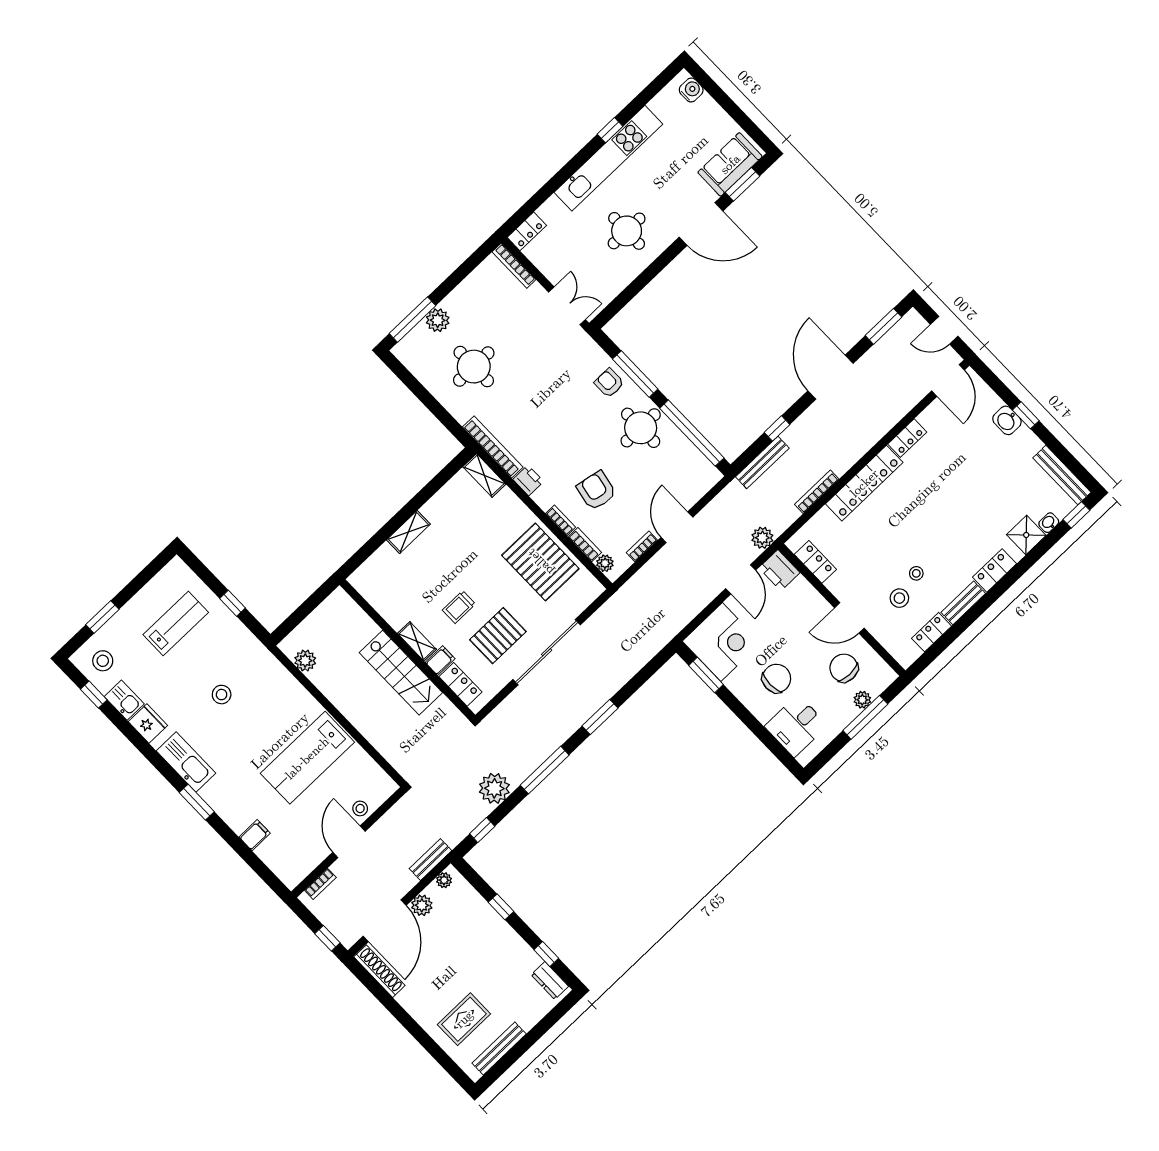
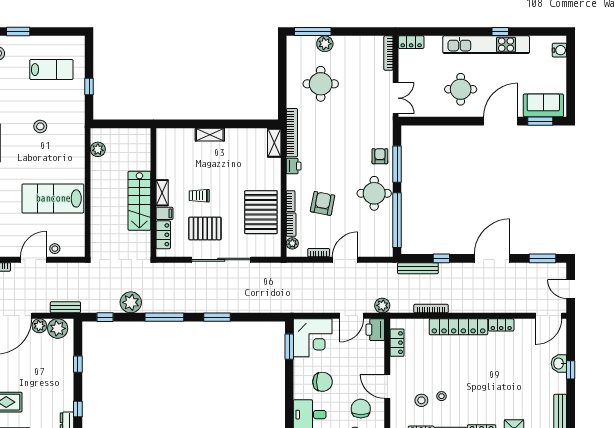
door: (701, 224) -> (501, 121), swing flipped
plant: (444, 880) -> (58, 328), width x1.87, depth x1.87

